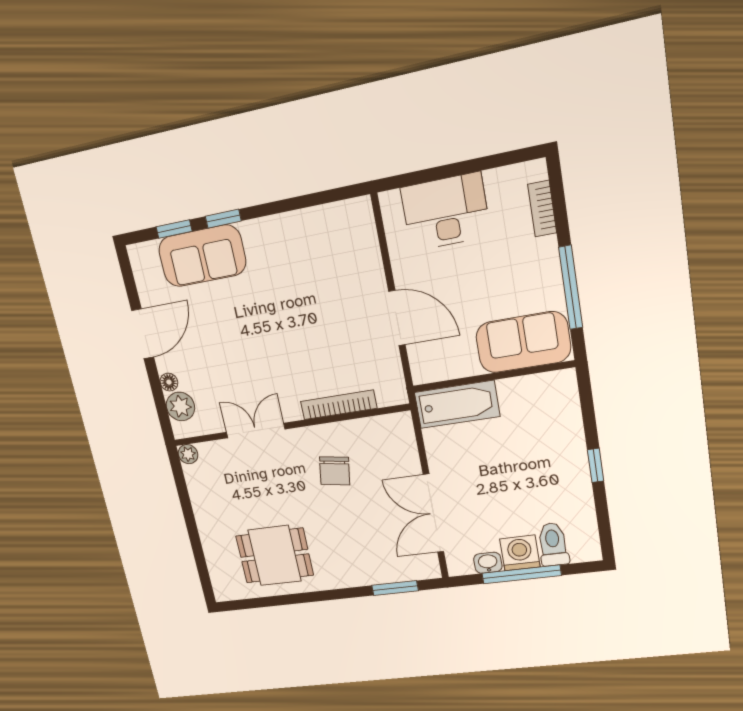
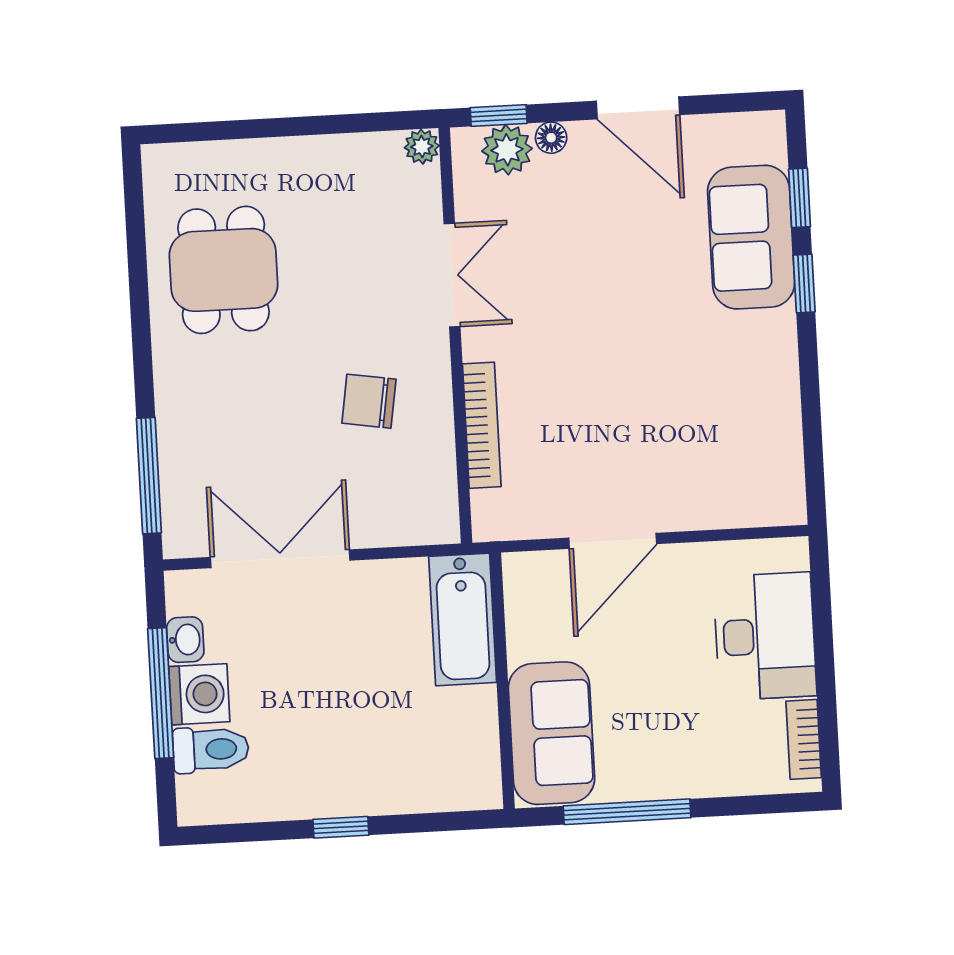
bookcase: (542, 209) -> (804, 739), moved, turned -90
window: (163, 413) -> (499, 115), added
window: (395, 588) -> (149, 476), width x1.44

